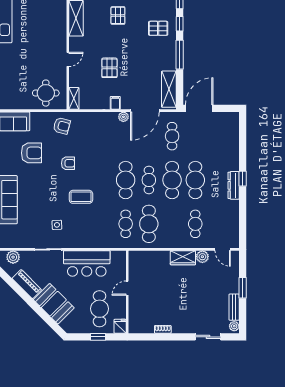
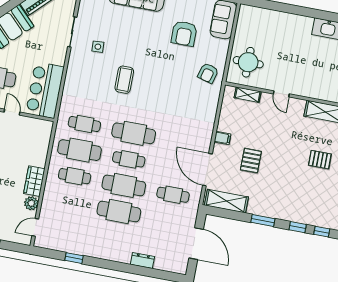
pallet: (158, 28) -> (297, 202), removed
window: (180, 55) -> (263, 221), width x0.69
pallet: (109, 68) -> (251, 161), moved, turned 90
shelving: (74, 98) -> (248, 95), moved
door: (199, 108) -> (196, 244), moved
plant: (123, 117) -> (205, 144), removed
armchair: (68, 163) -> (165, 72), removed
window: (243, 179) -> (74, 258), moved
dresser: (234, 185) -> (142, 261), moved, width x0.70
cafe table: (195, 224) -> (75, 176), moved
bar counter: (87, 263) -> (45, 90), moved

